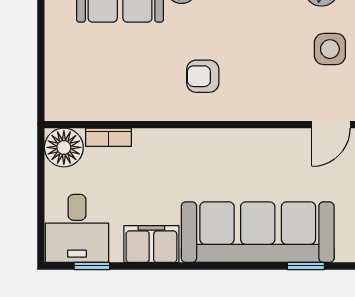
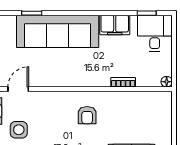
armchair: (203, 76) -> (87, 115), turned 90
bookcase: (108, 137) -> (123, 82), moved
floor lamp: (64, 147) -> (167, 82), width x0.53, depth x0.53

